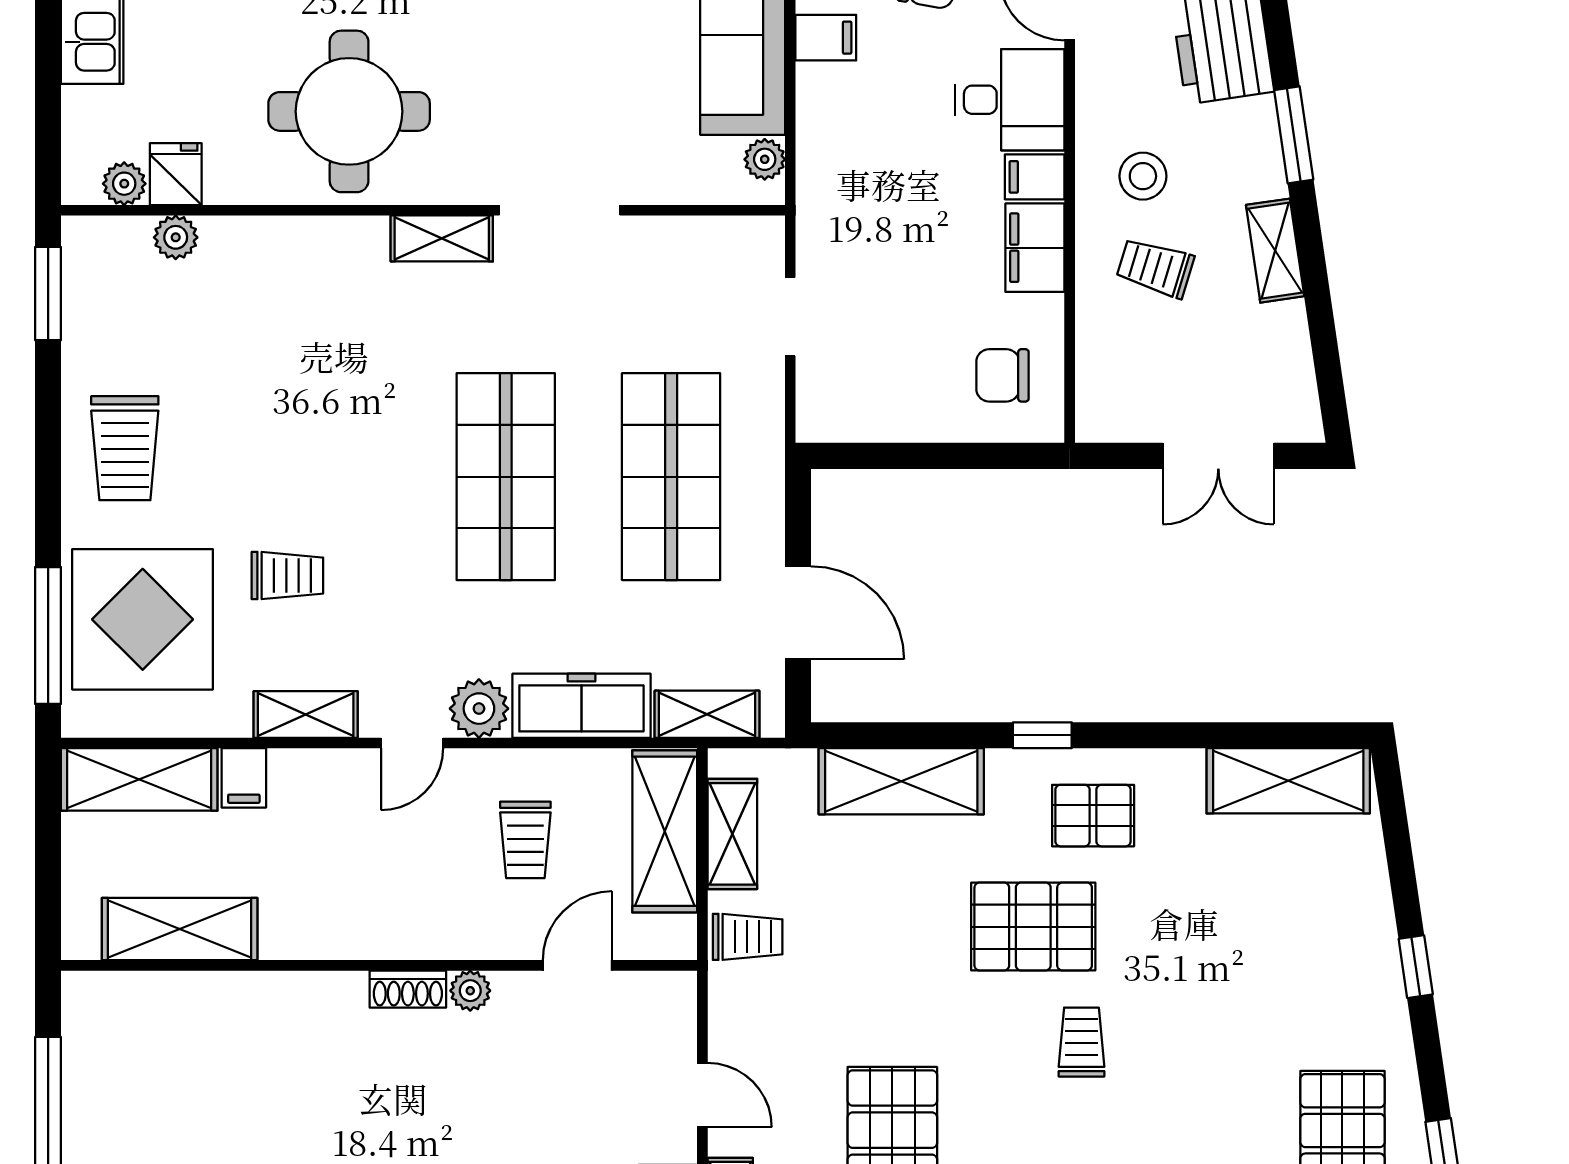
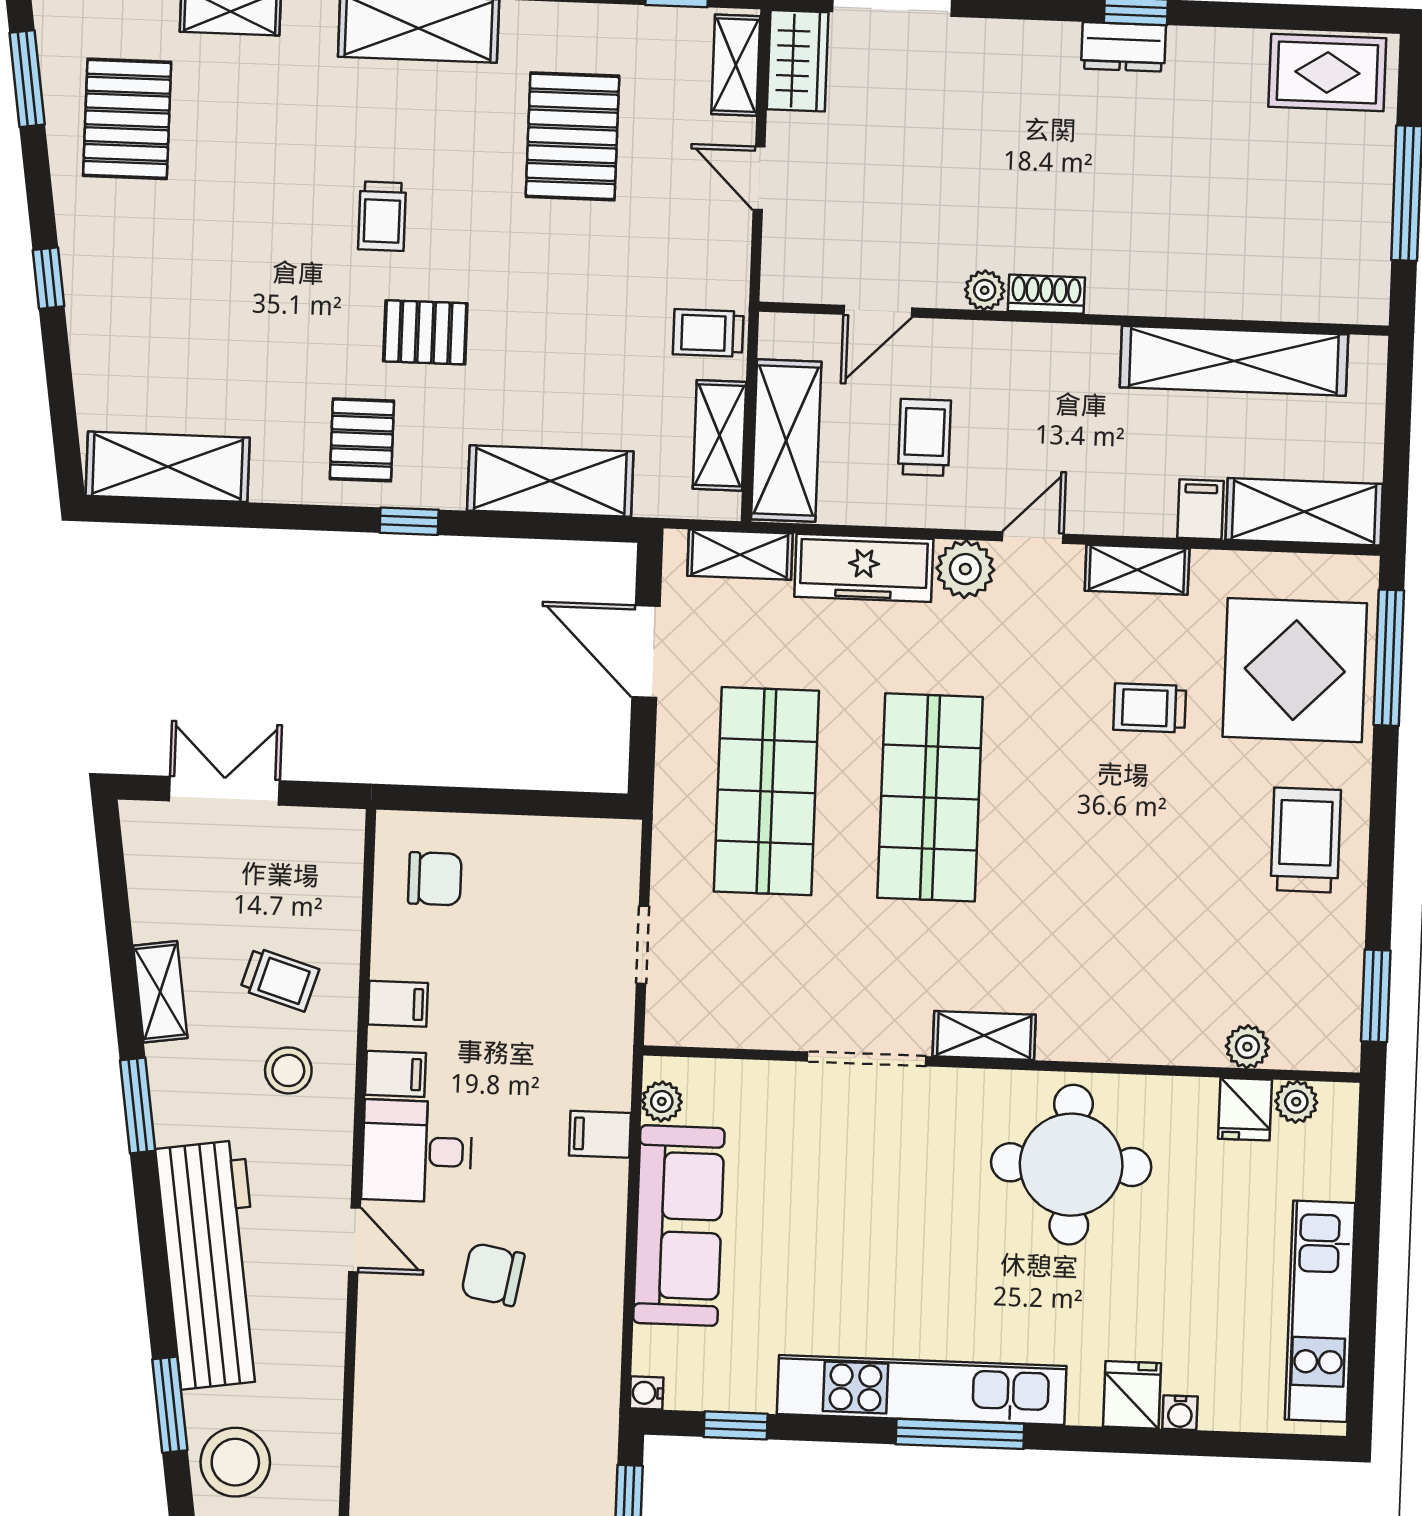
filing cabinet: (826, 38) -> (600, 1134), moved
filing cabinet: (1035, 248) -> (398, 1004), width x0.50
pallet: (1093, 816) -> (362, 440), turned 90
pallet: (1033, 927) -> (425, 332), width x0.67, depth x0.71
shelving: (180, 929) -> (1234, 361), width x1.47

